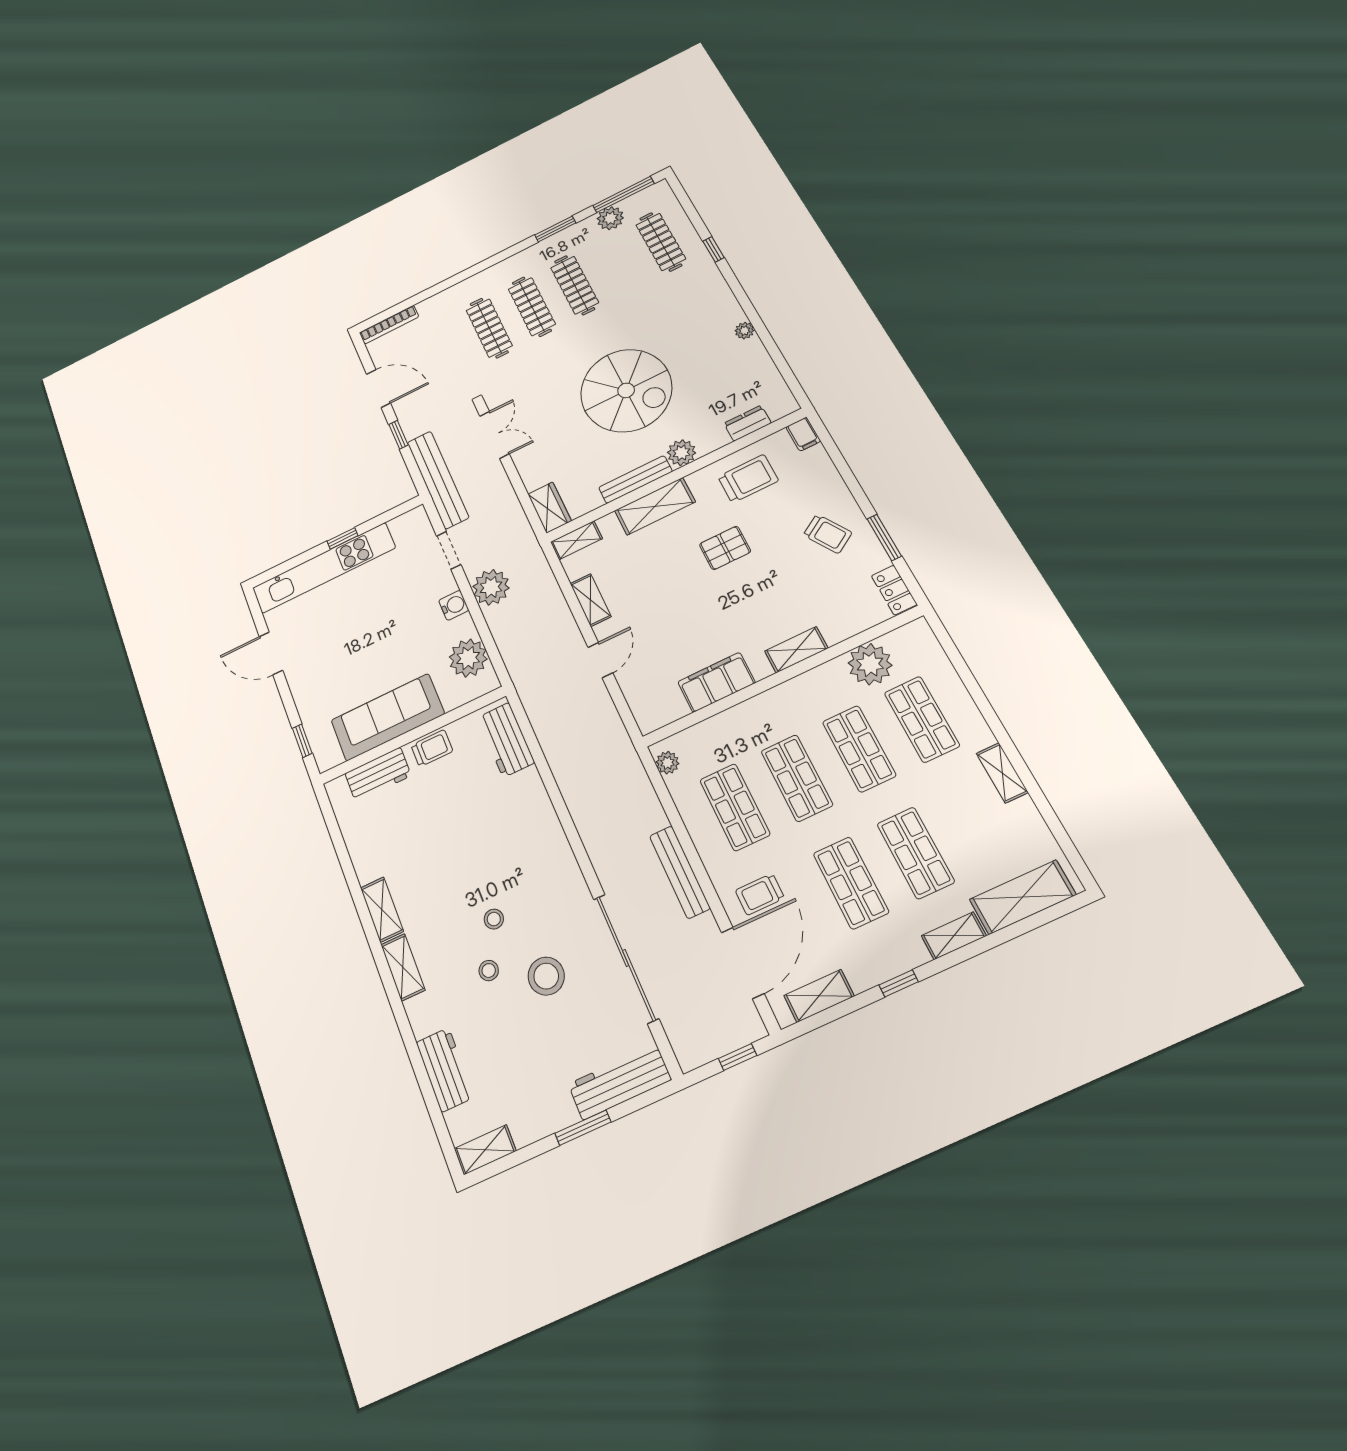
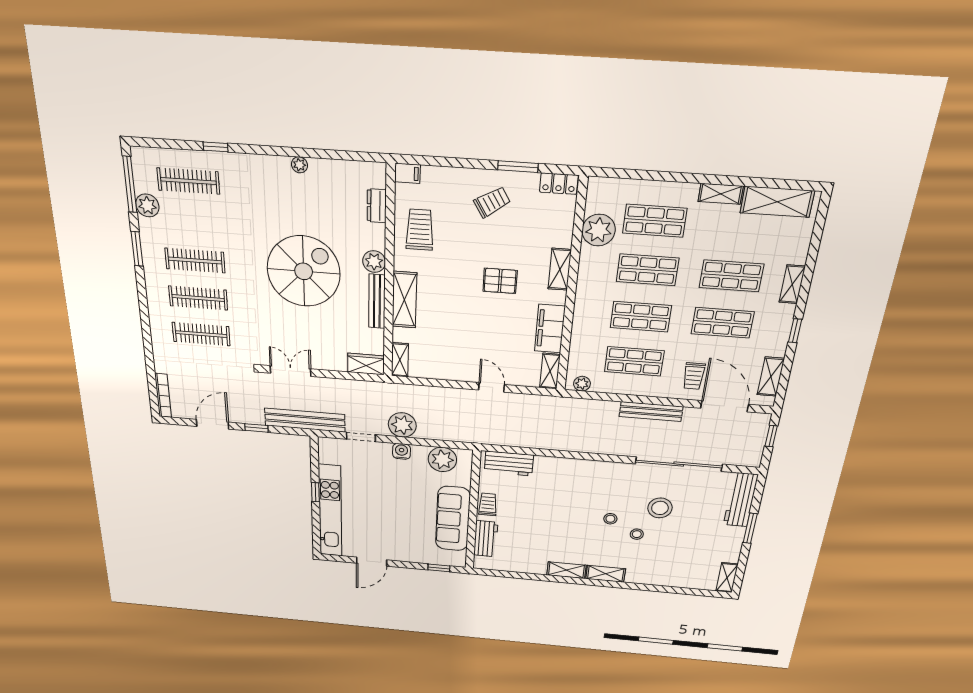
pallet: (725, 548) -> (500, 281), moved, turned 90
shelving: (591, 600) -> (550, 371), moved, turned 90
shelving: (1023, 897) -> (777, 202), moved, turned 90
workbench: (445, 1070) -> (674, 578), removed

